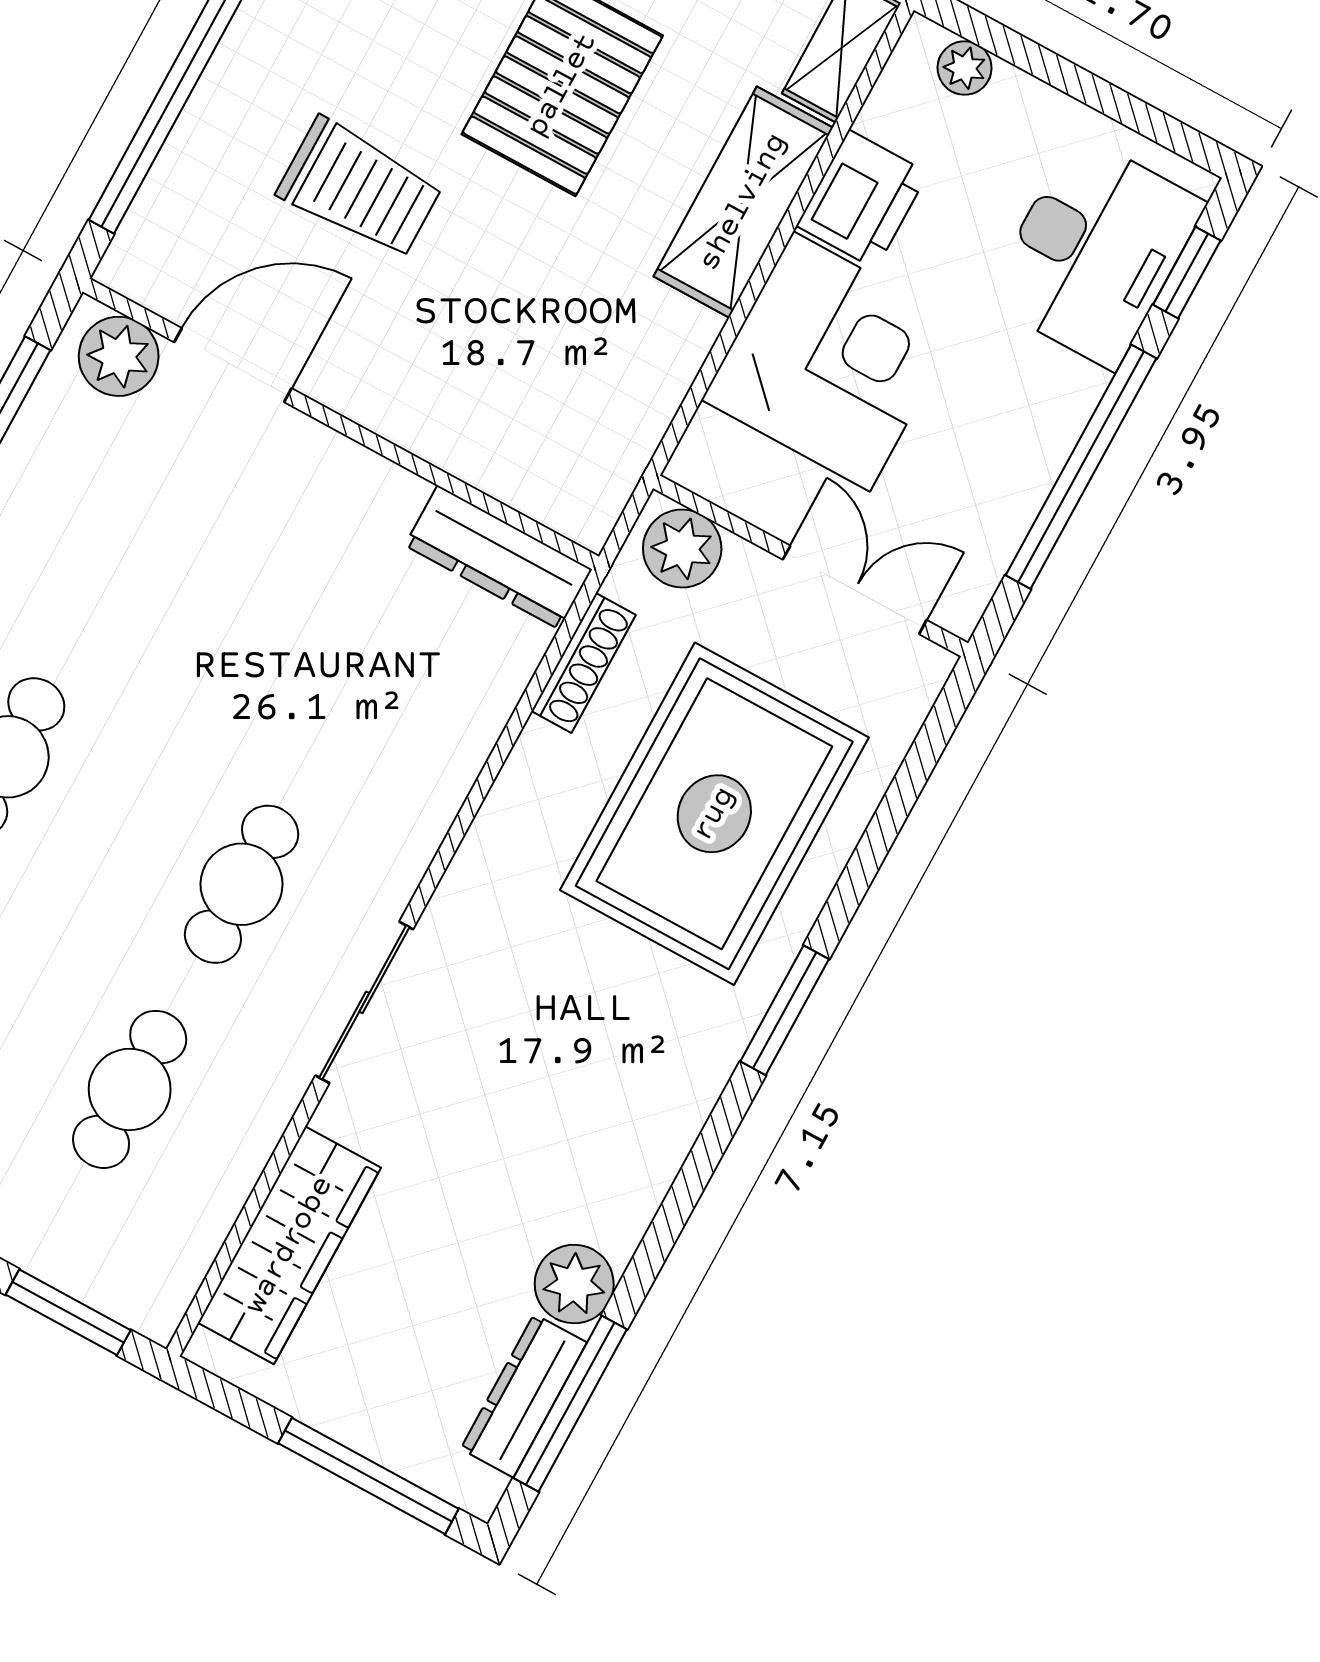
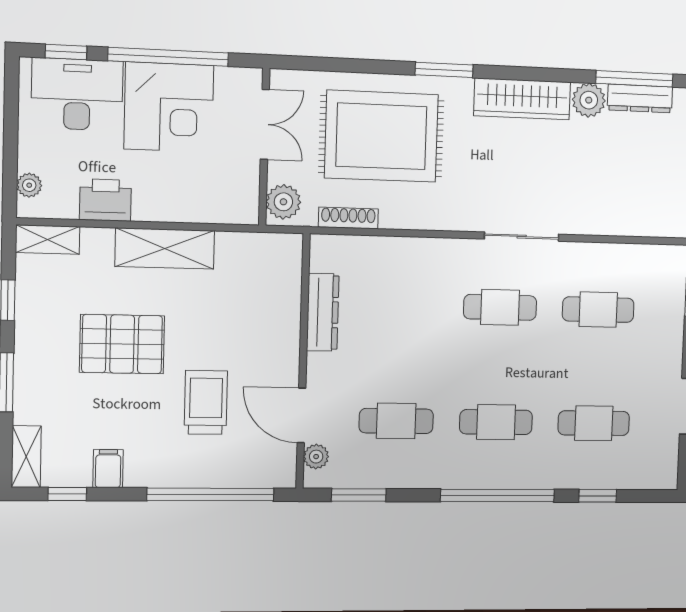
shelving: (743, 202) -> (165, 249), moved
plant: (119, 356) -> (316, 457), width x0.73, depth x0.73
corner desk: (831, 361) -> (169, 107), moved, turned 180
cafe table: (120, 552) -> (396, 421), added
dresser: (498, 557) -> (323, 312), moved
double door: (855, 590) -> (265, 124), swing flipped
wardrobe: (289, 1245) -> (522, 99), moved, turned 180

